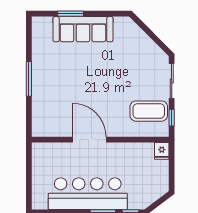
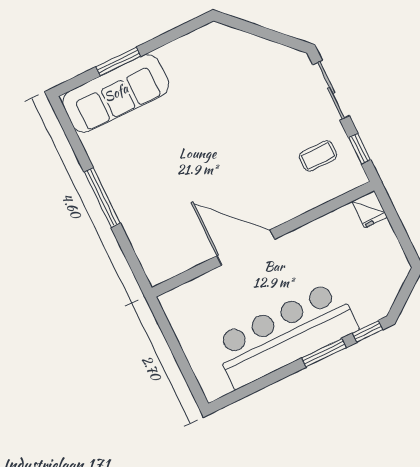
sofa: (83, 29) -> (116, 93), moved
coffee table: (149, 111) -> (318, 156), width x0.54, depth x0.58

